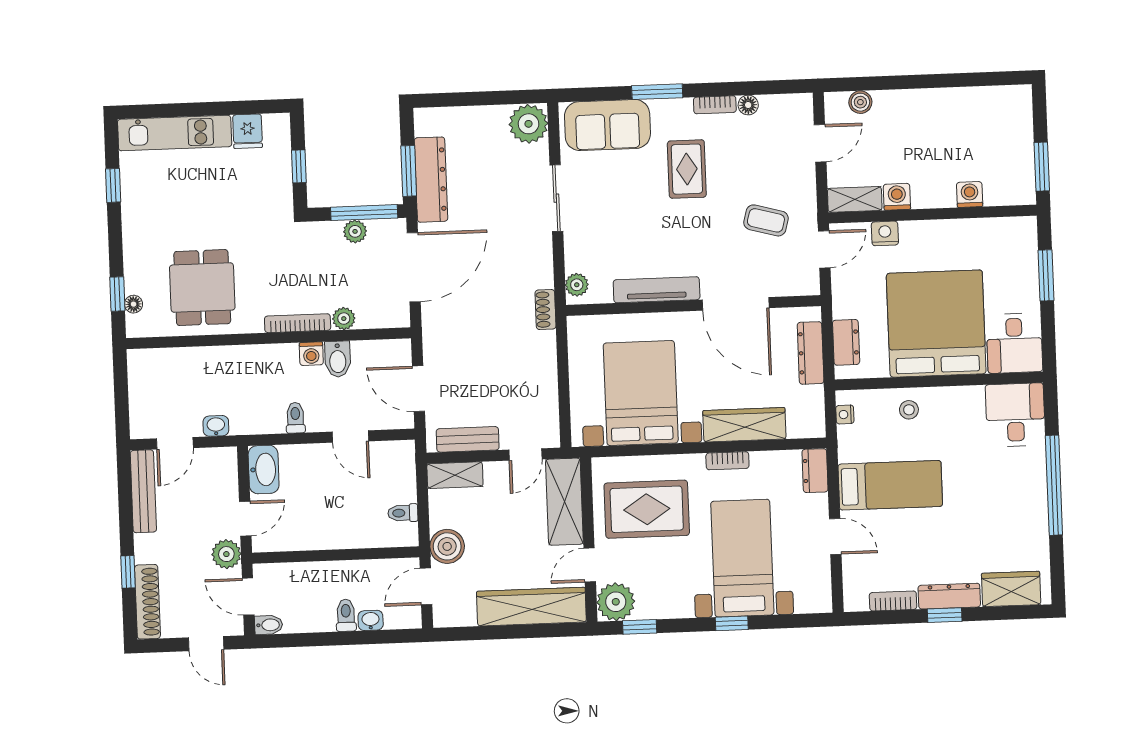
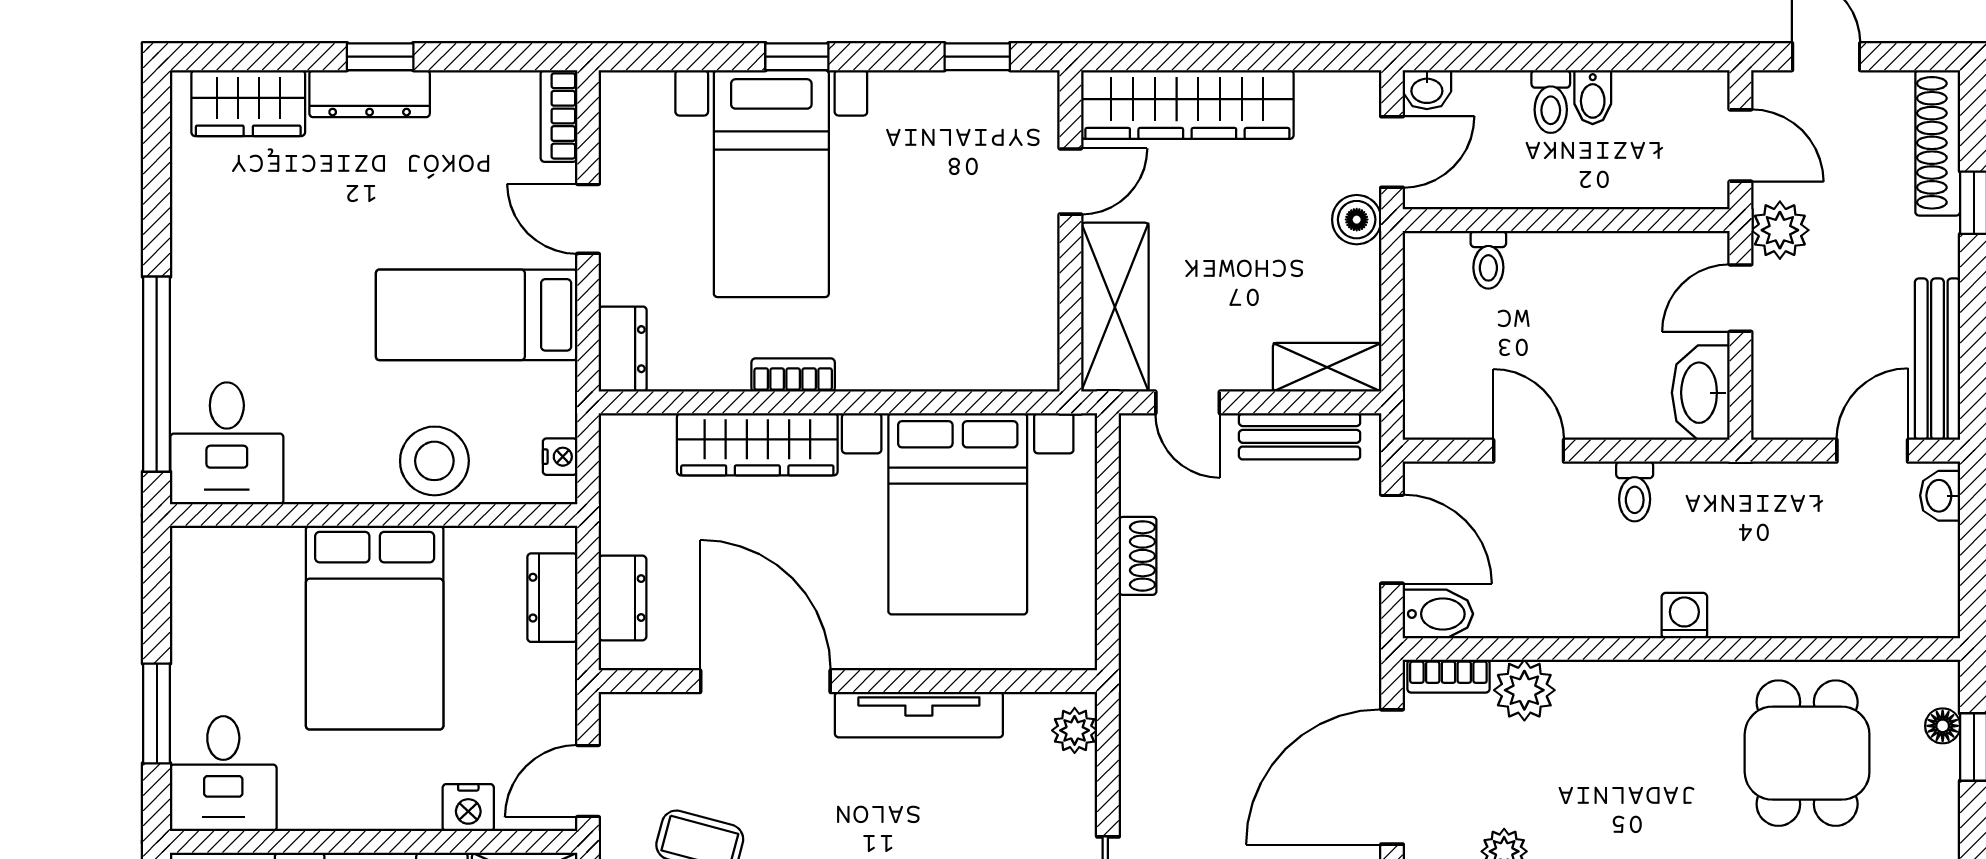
shoe rack: (545, 310) -> (1138, 556), moved
plant: (344, 319) -> (1524, 690), width x1.38, depth x1.38
bookcase: (298, 323) -> (1448, 676), moved, width x0.64
bed: (936, 324) -> (375, 628), width x0.73
desk: (1014, 343) -> (223, 774), moved, turned 180
dresser: (811, 353) -> (623, 598), width x0.70
washing machine: (311, 354) -> (1684, 616), moved
bidet: (338, 359) -> (1438, 614), moved, turned 90
stool: (909, 410) -> (434, 461), width x1.89, depth x1.89
washbasin: (216, 426) -> (1940, 496), moved, turned 90
door: (525, 454) -> (1188, 402), swing flipped
window: (1054, 485) -> (157, 374), moved
rug: (647, 509) -> (955, 286), removed
toilet: (403, 513) -> (1488, 260), moved, turned 90
boiler: (447, 546) -> (1357, 220), width x0.73, depth x0.73
bookcase: (893, 601) -> (559, 116), moved, turned 90
plant: (616, 602) -> (1022, 108), removed
washbasin: (371, 620) -> (1427, 90), moved
bidet: (269, 625) -> (1593, 97), moved, turned -90

